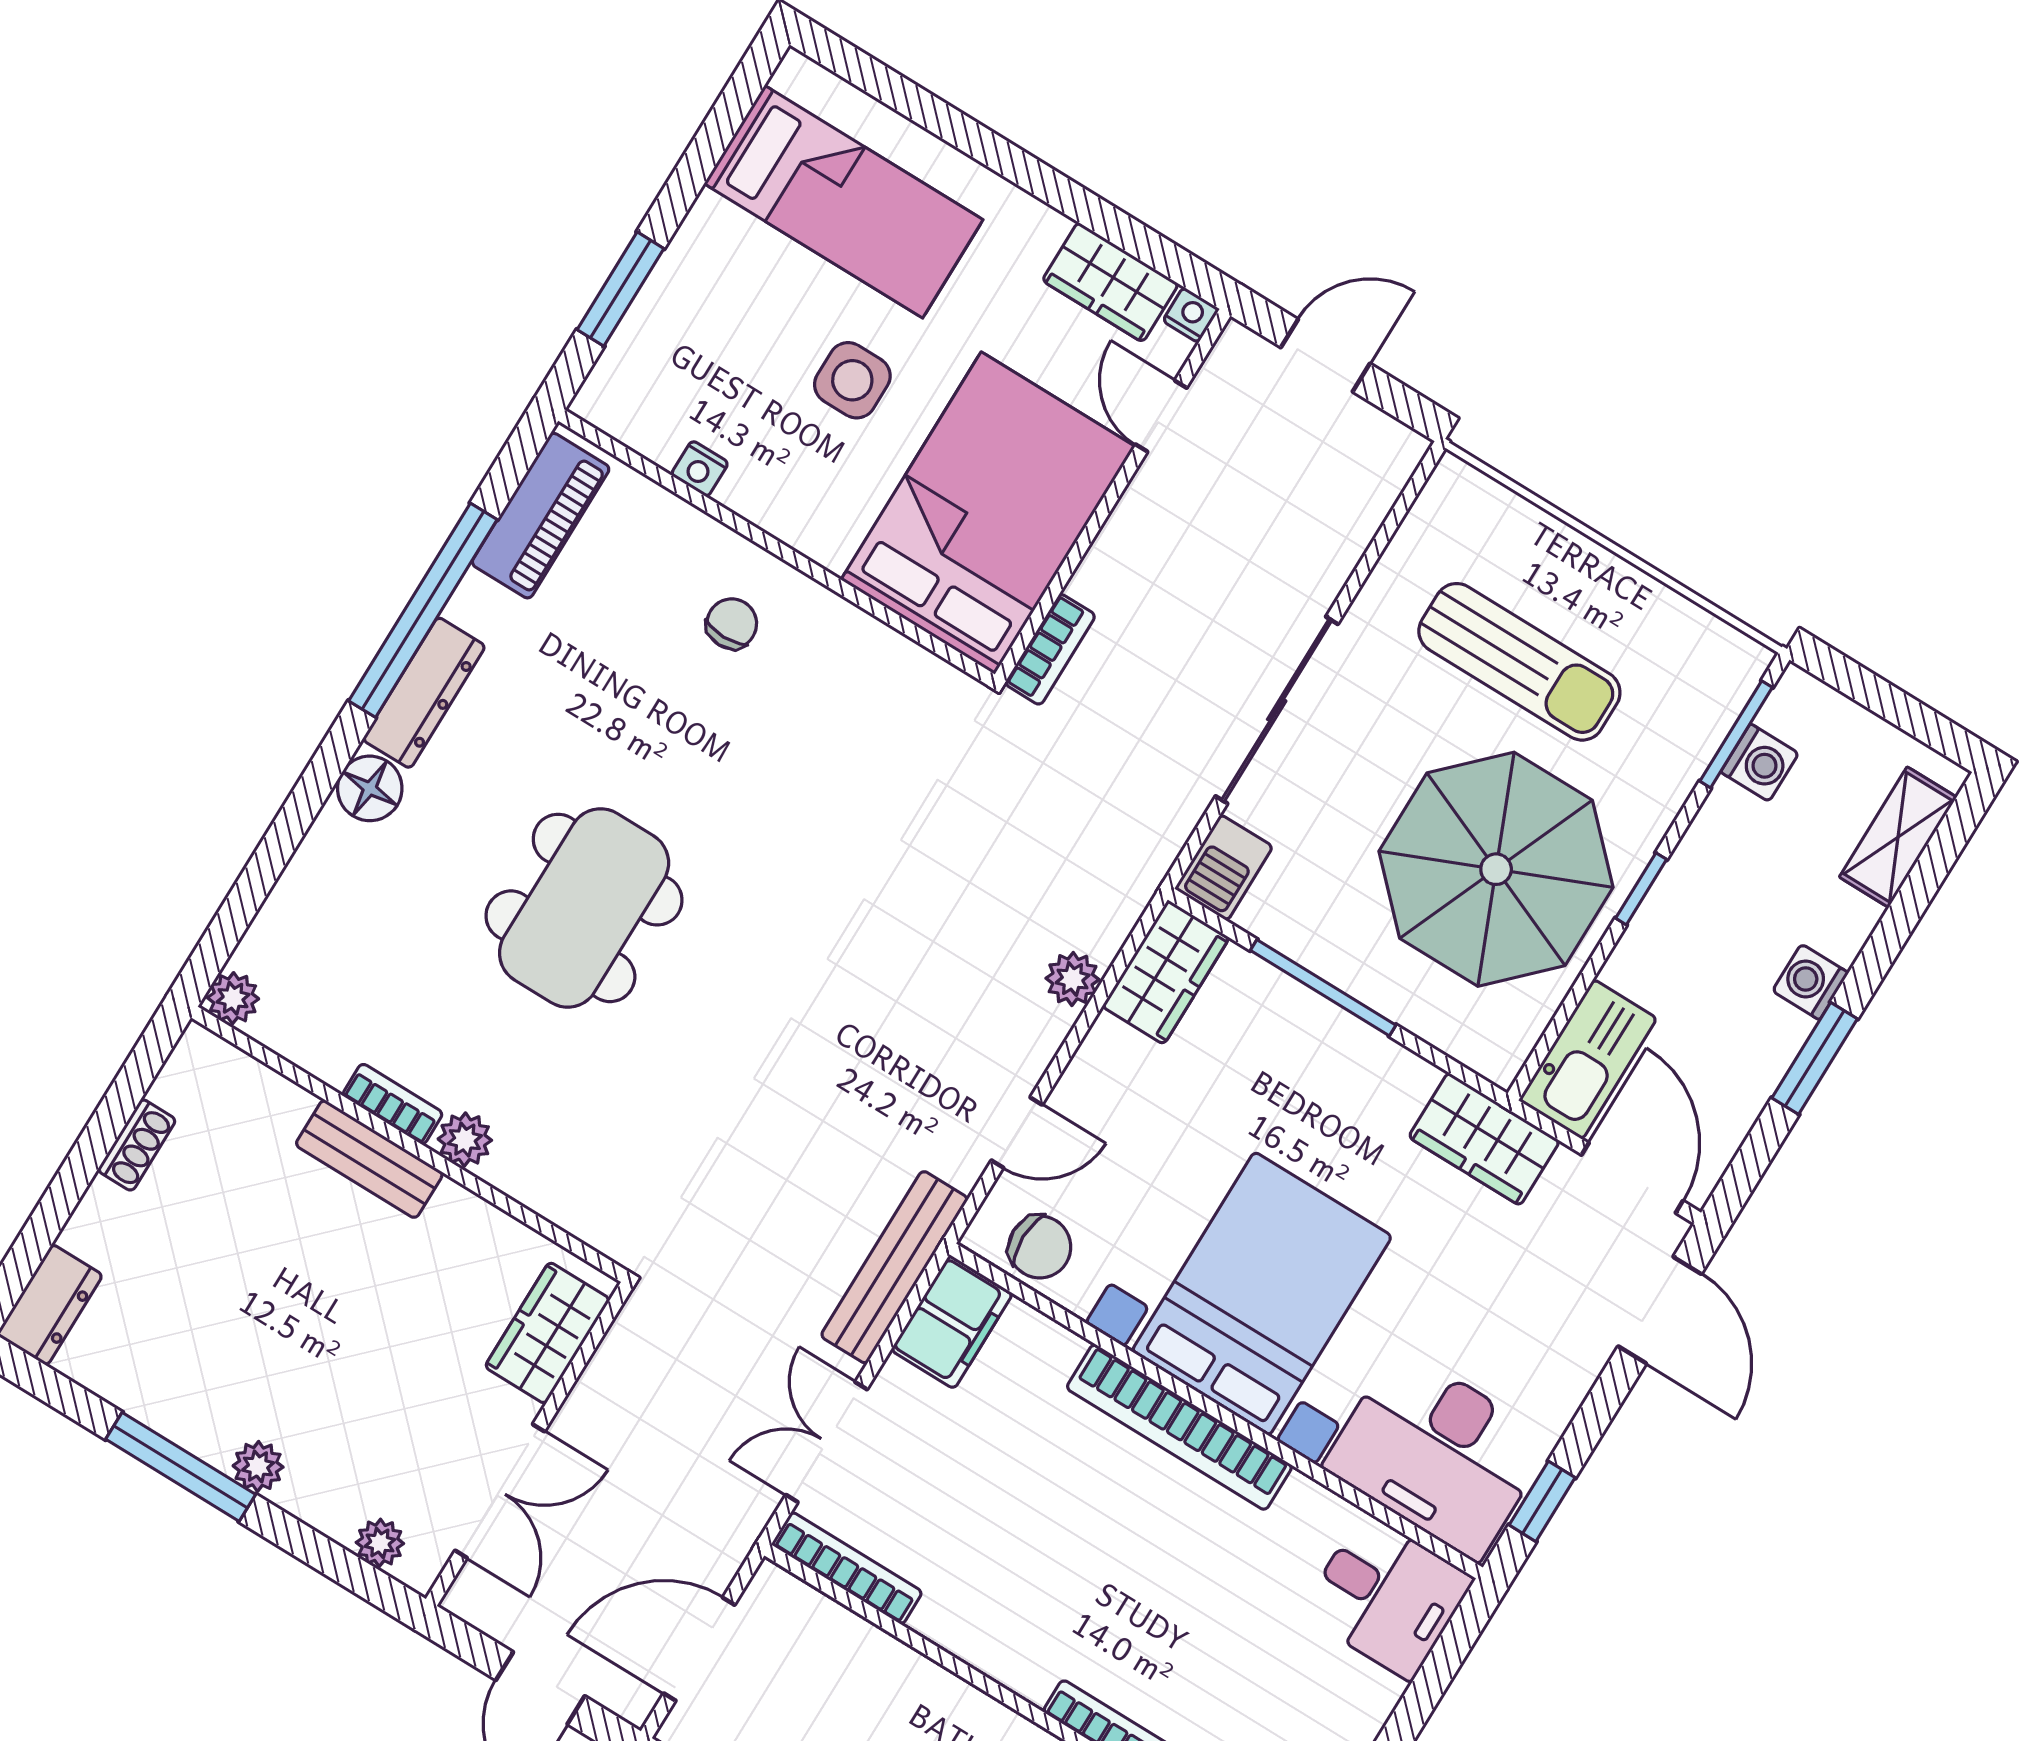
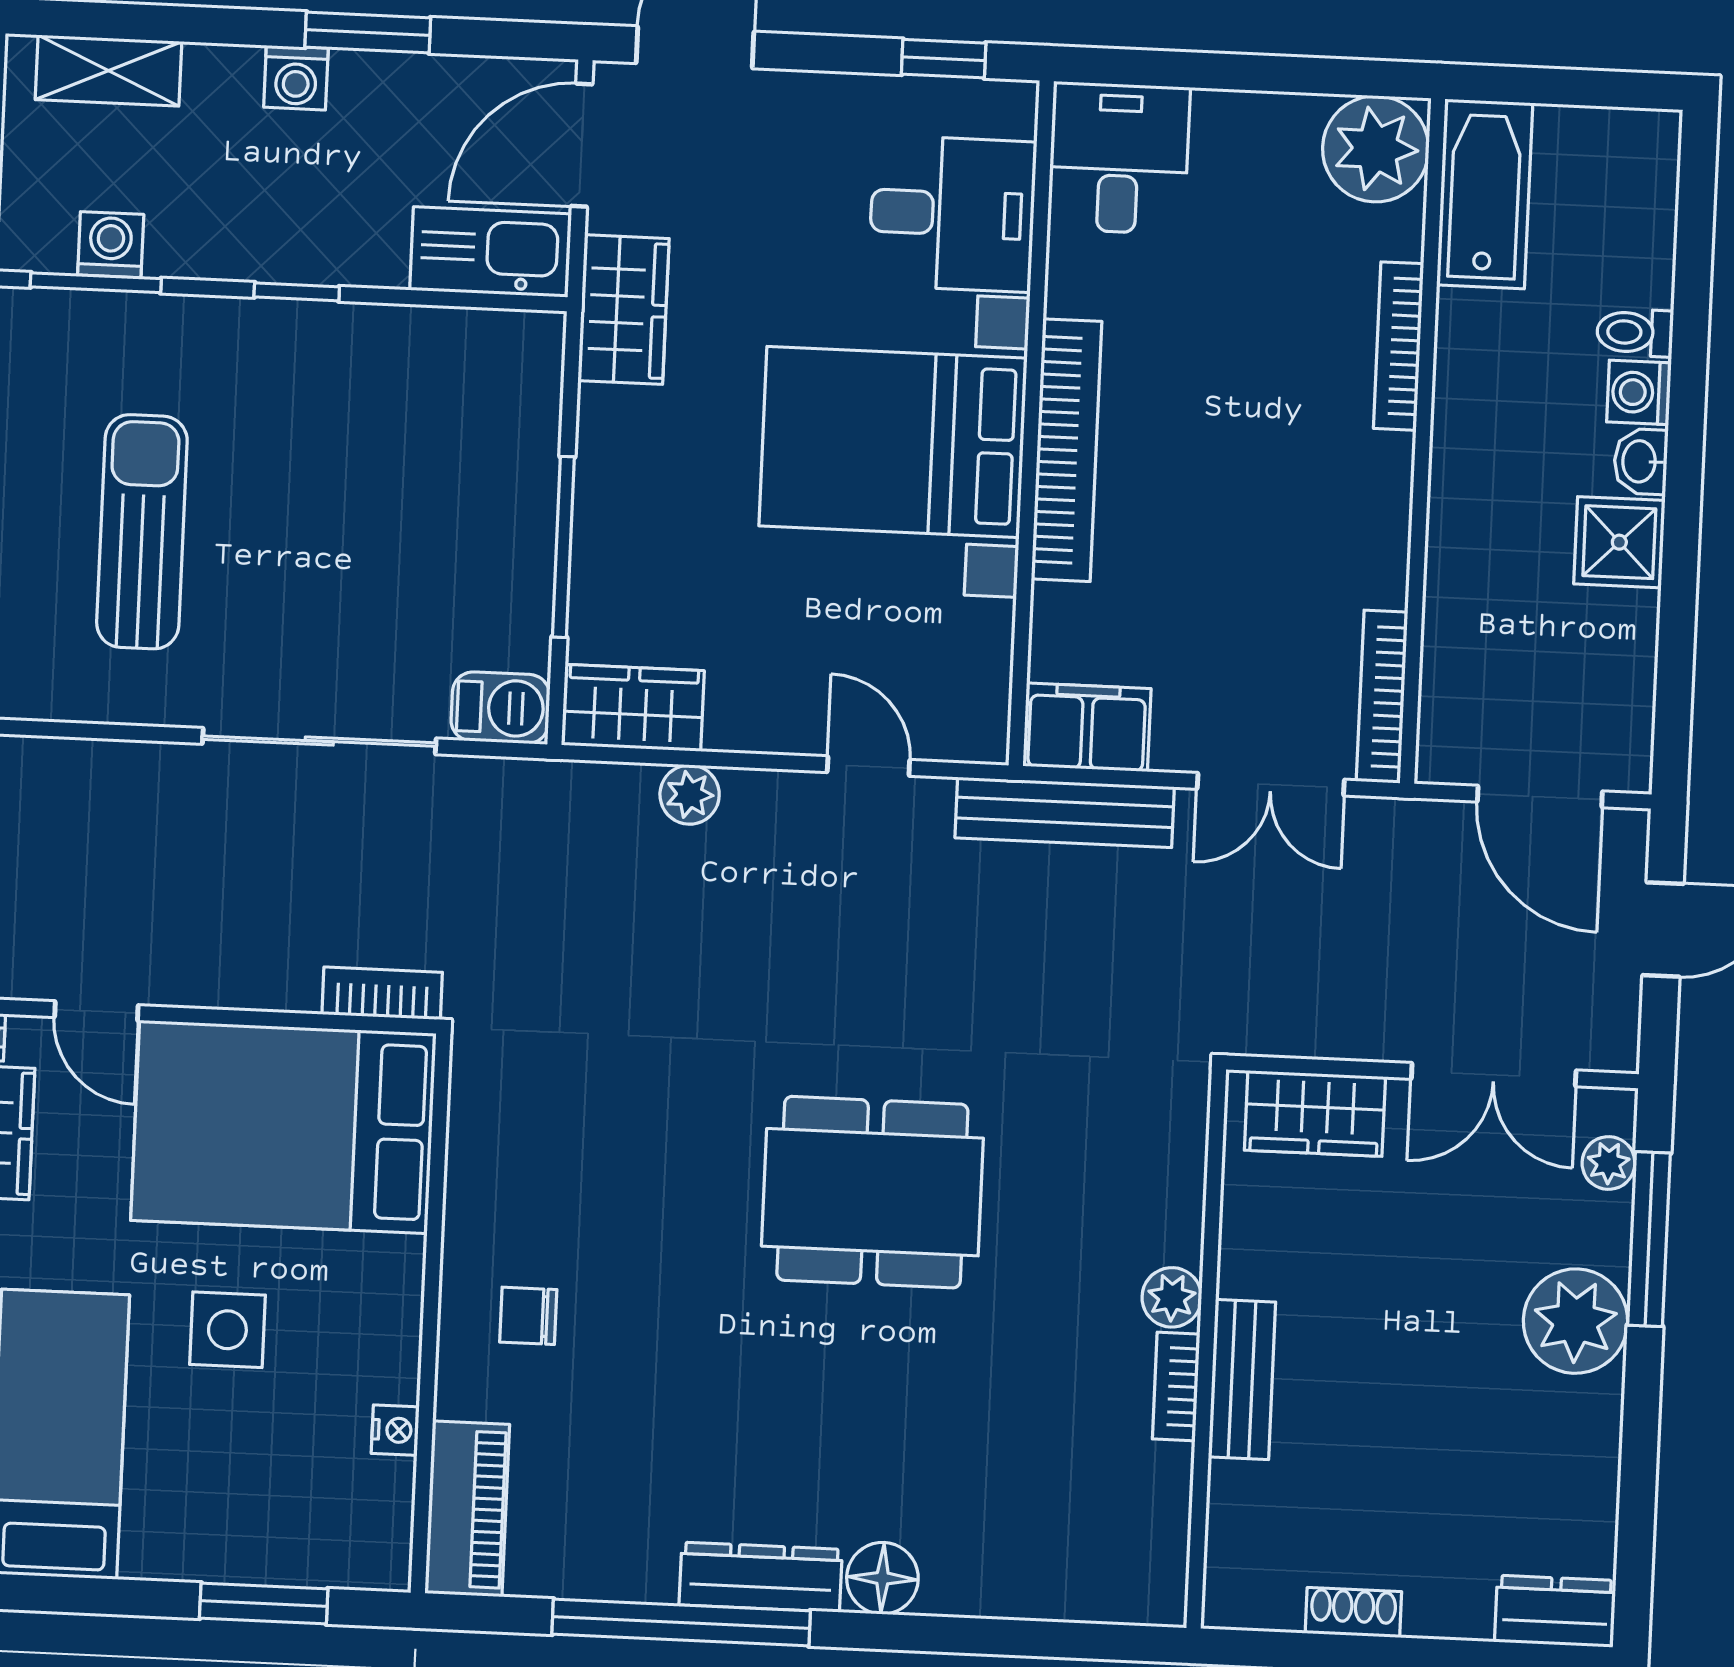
door: (1161, 416) -> (96, 1011), hinge flipped
piano: (541, 516) -> (467, 1509), moved, turned 90
parasol: (1496, 869) -> (356, 443), removed
dining table: (584, 908) -> (872, 1192), moved
plant: (233, 998) -> (1159, 1598), removed
chair: (1040, 1247) -> (967, 682), removed
desk: (1438, 1454) -> (952, 214), width x0.73
plant: (258, 1466) -> (1575, 1321), width x1.87, depth x1.87
window: (181, 1467) -> (1649, 1239), moved
double door: (500, 1491) -> (1494, 1075), swing flipped

